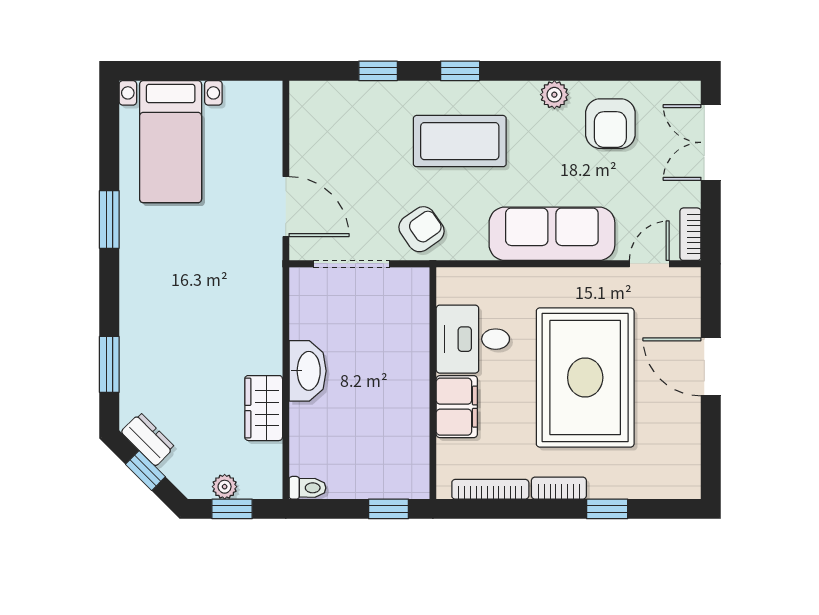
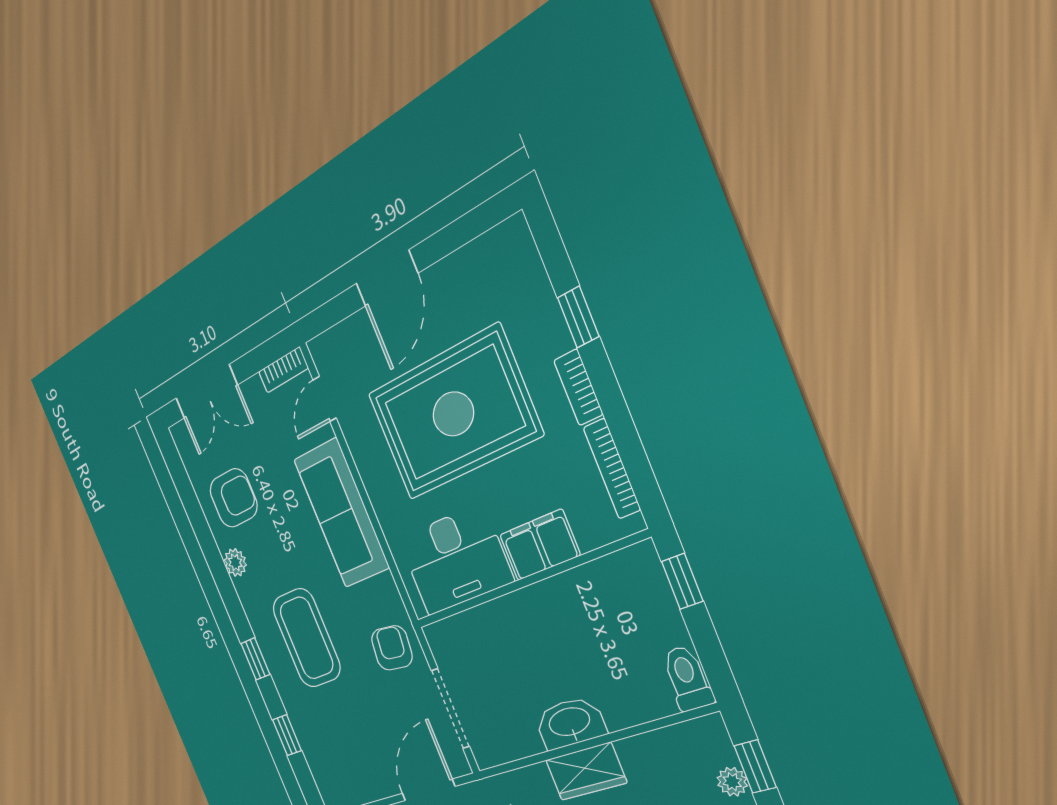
armchair: (421, 229) -> (392, 648), turned 42
door: (649, 264) -> (325, 399), hinge flipped
desk: (473, 339) -> (455, 560), width x1.37
wardrobe: (264, 408) -> (586, 771), moved
toilet: (307, 488) -> (687, 678), width x1.37, depth x1.39

